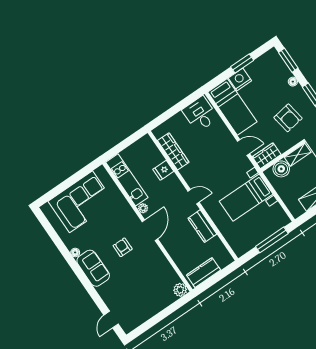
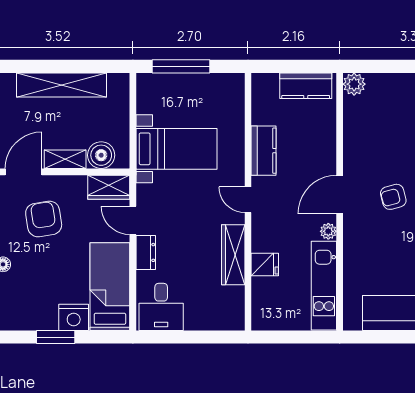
dresser: (226, 136) -> (146, 252), added
wardrobe: (173, 151) -> (233, 255), moved
armchair: (123, 247) -> (393, 197), turned 75

